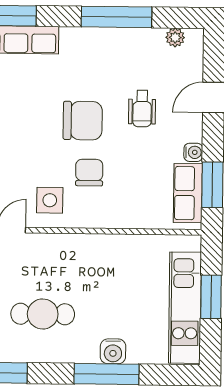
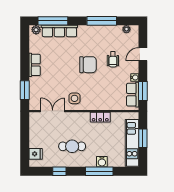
chair: (89, 173) -> (91, 86), removed
locker: (110, 246) -> (100, 117), added

